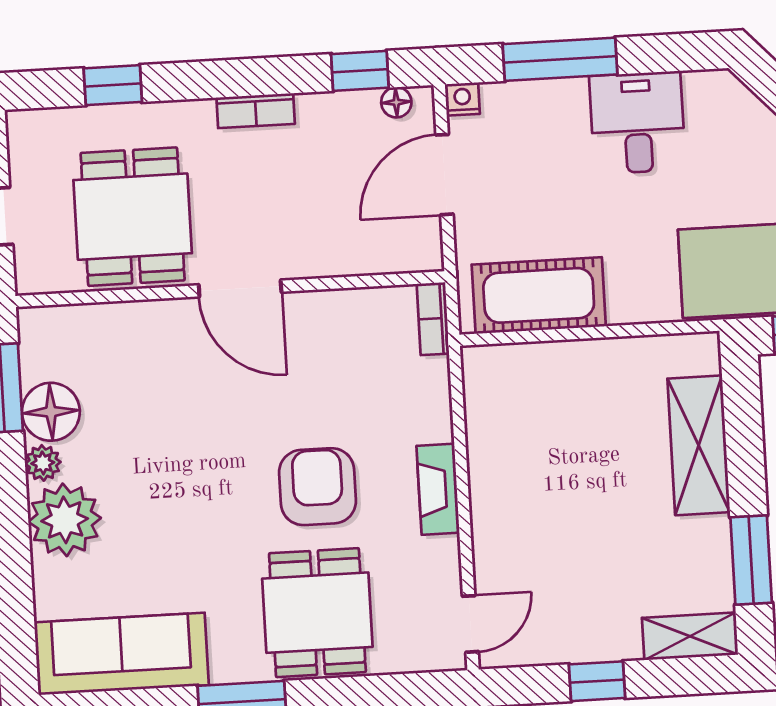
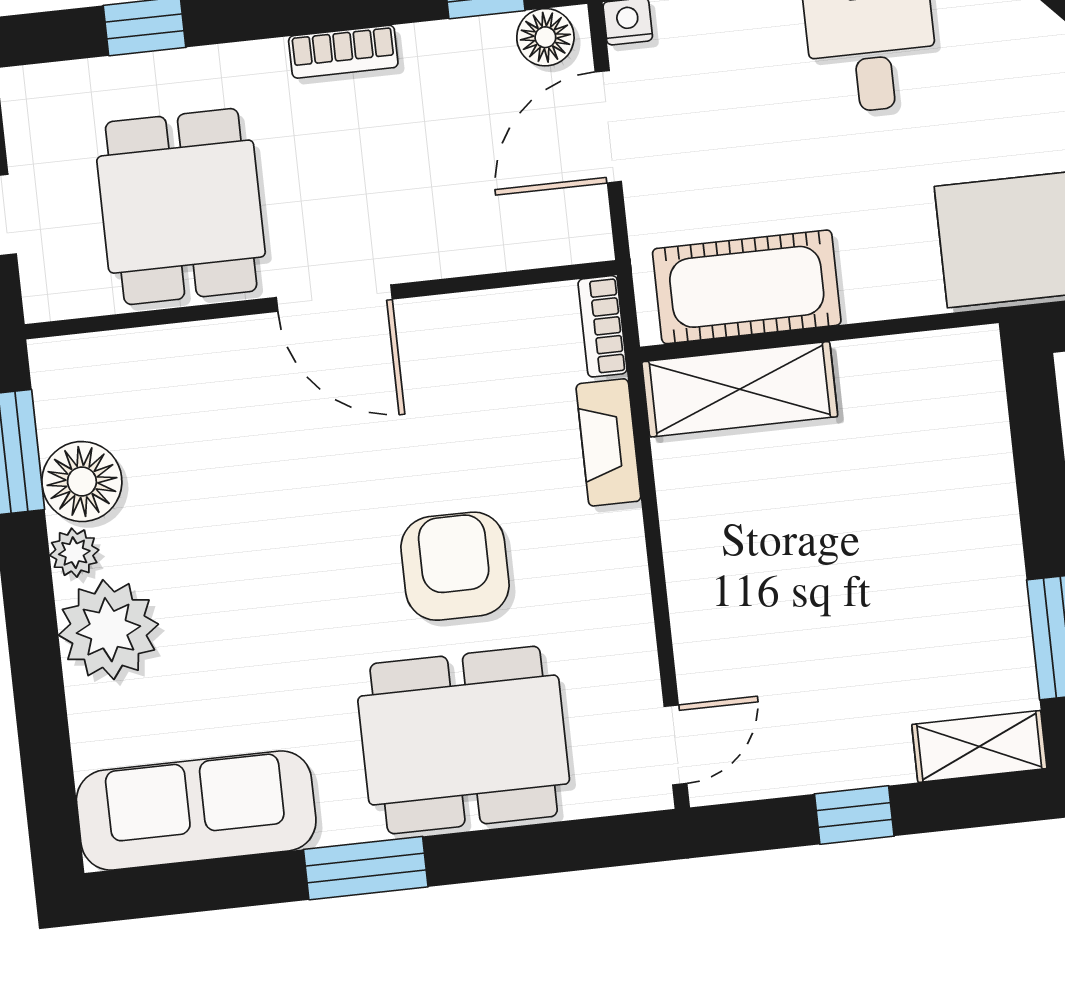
floor lamp: (396, 102) -> (545, 37), width x1.37, depth x1.37
shelving: (699, 445) -> (740, 389), moved, turned 90
fireplace: (438, 489) -> (608, 442), moved
dining table: (317, 613) -> (464, 740), width x1.38

